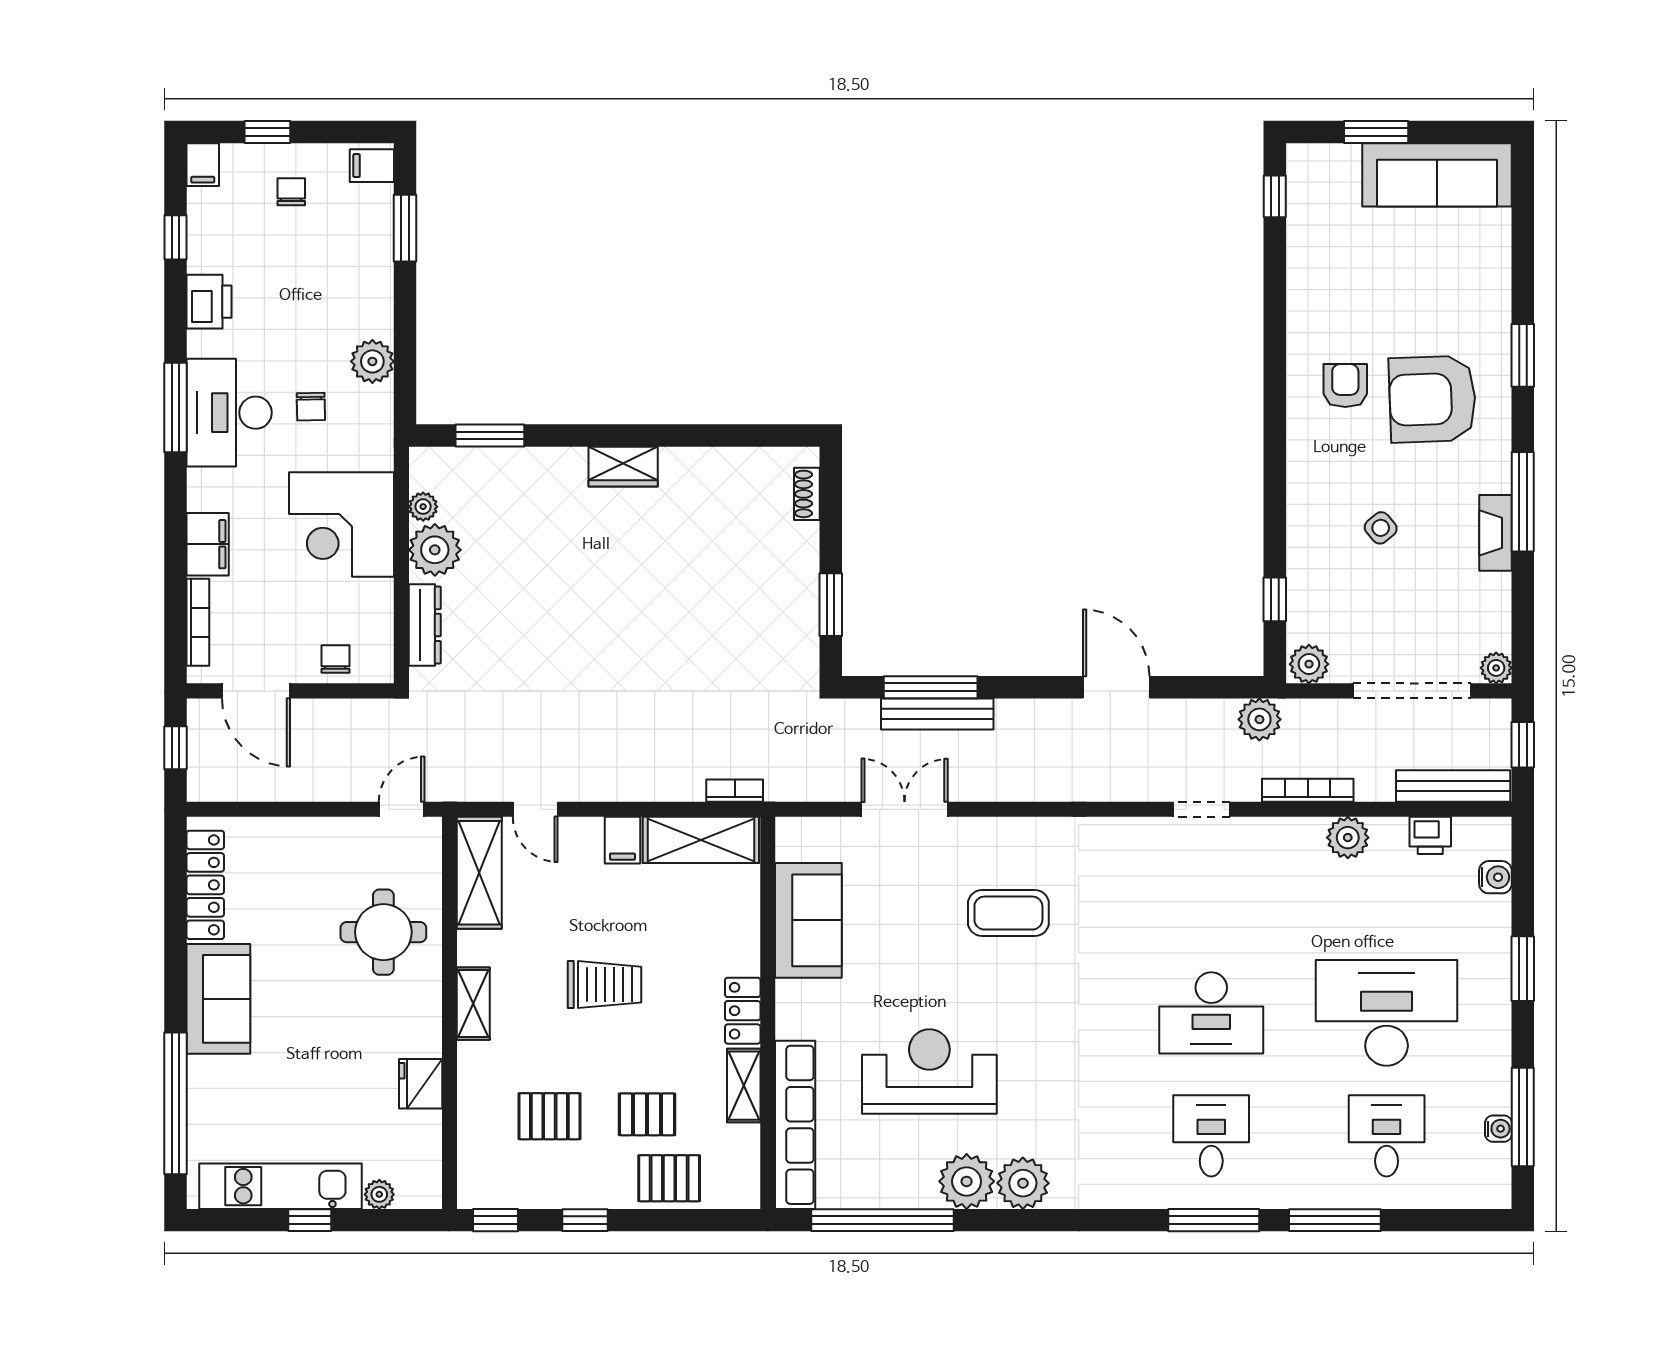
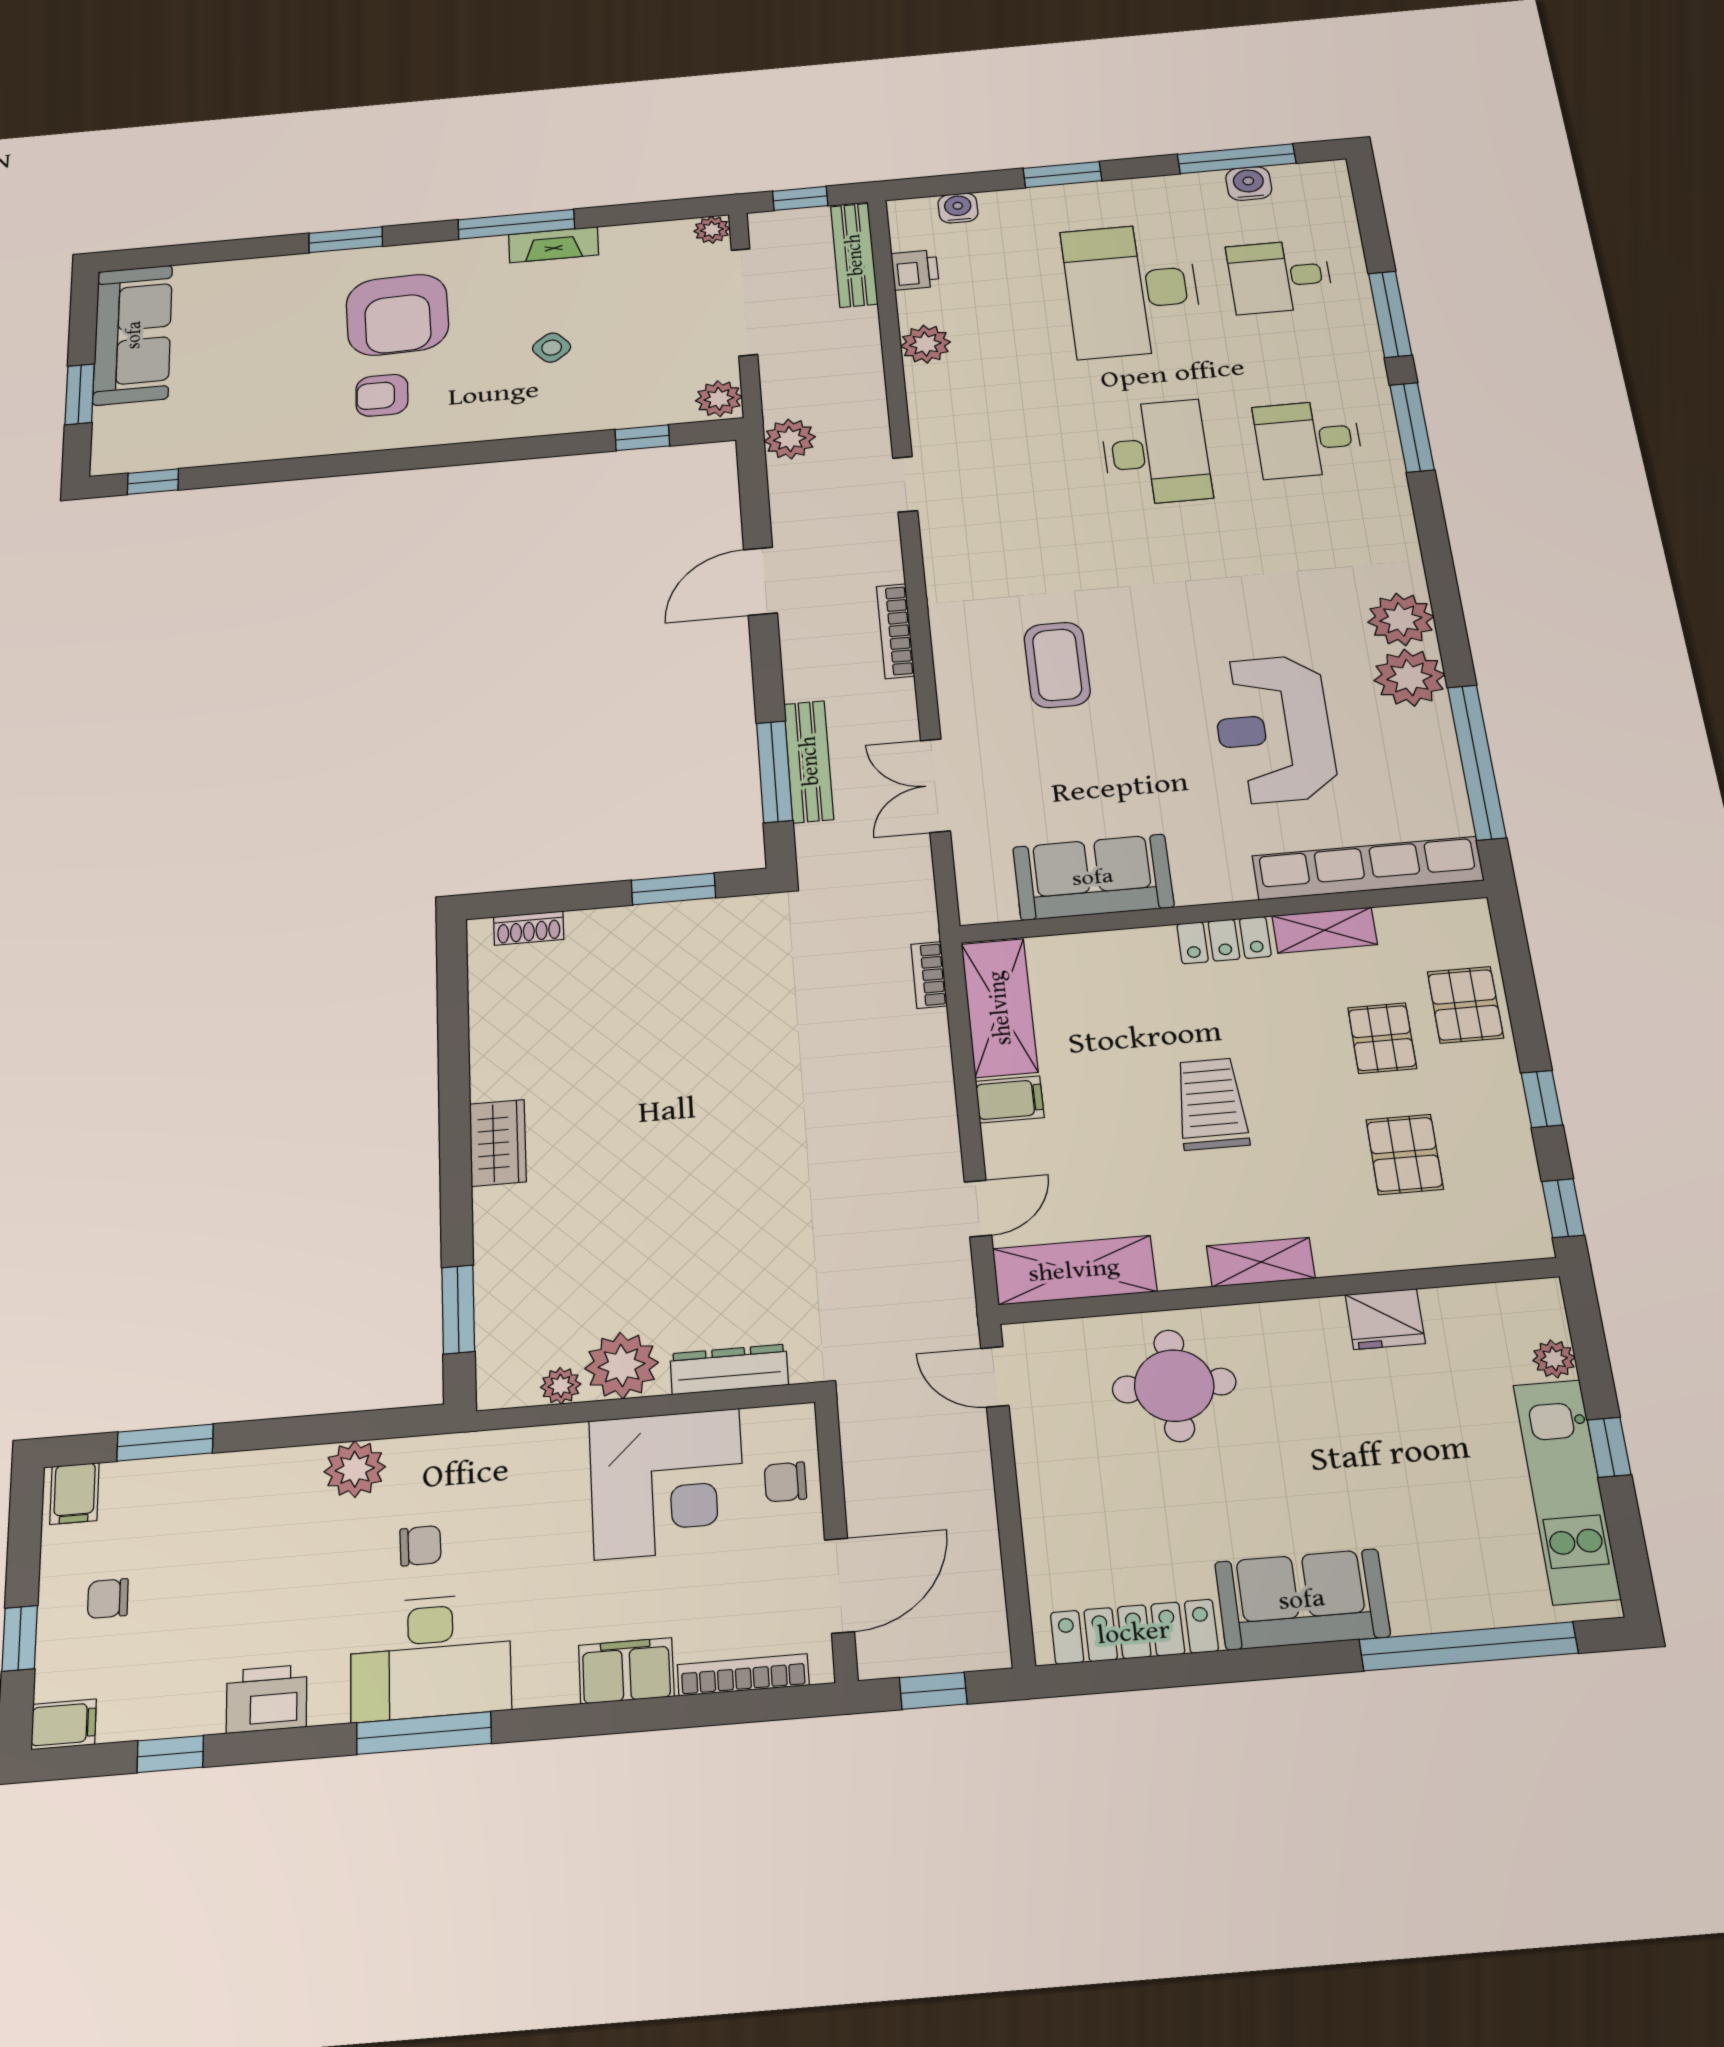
corner desk: (342, 525) -> (667, 1484), moved
bookcase: (1308, 790) -> (895, 631), moved
water cooler: (1498, 1129) -> (1249, 184), width x1.38, depth x1.38

